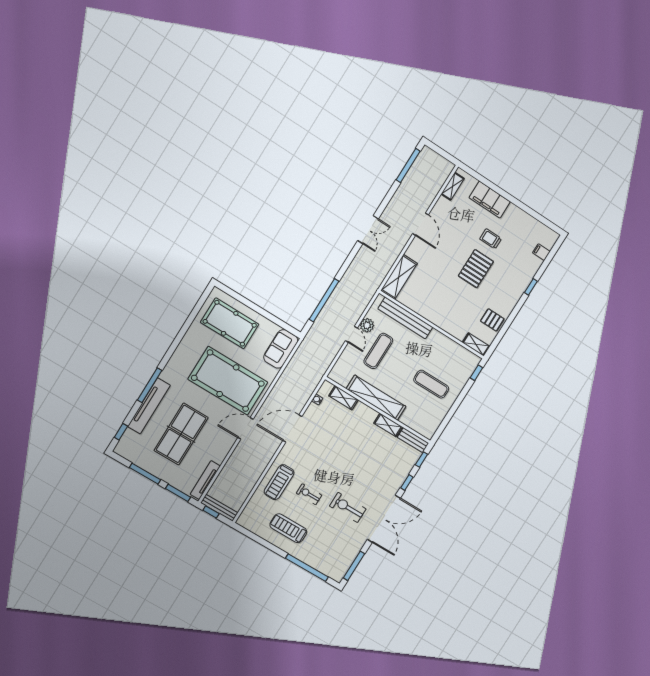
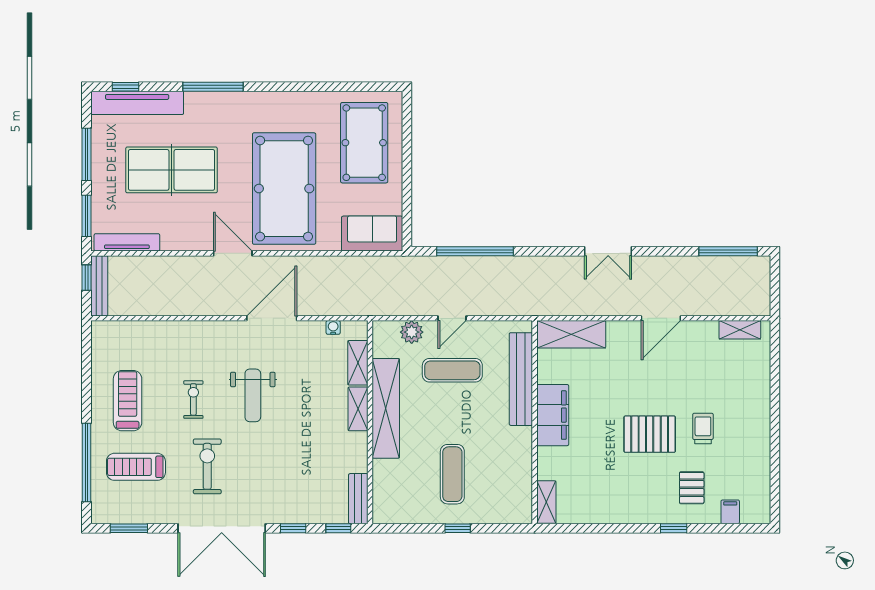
filing cabinet: (490, 200) -> (553, 415), moved, turned 180
pallet: (492, 320) -> (692, 488), moved
plant: (367, 325) -> (412, 332), moved
window: (476, 373) -> (458, 528), moved
tv unit: (149, 406) -> (137, 103), moved
shelving: (388, 425) -> (358, 409), moved
door: (292, 429) -> (272, 318), hinge flipped
weight bench: (326, 462) -> (253, 395), added
treadmill: (279, 482) -> (136, 467), moved
window: (354, 566) -> (129, 528), width x0.69

